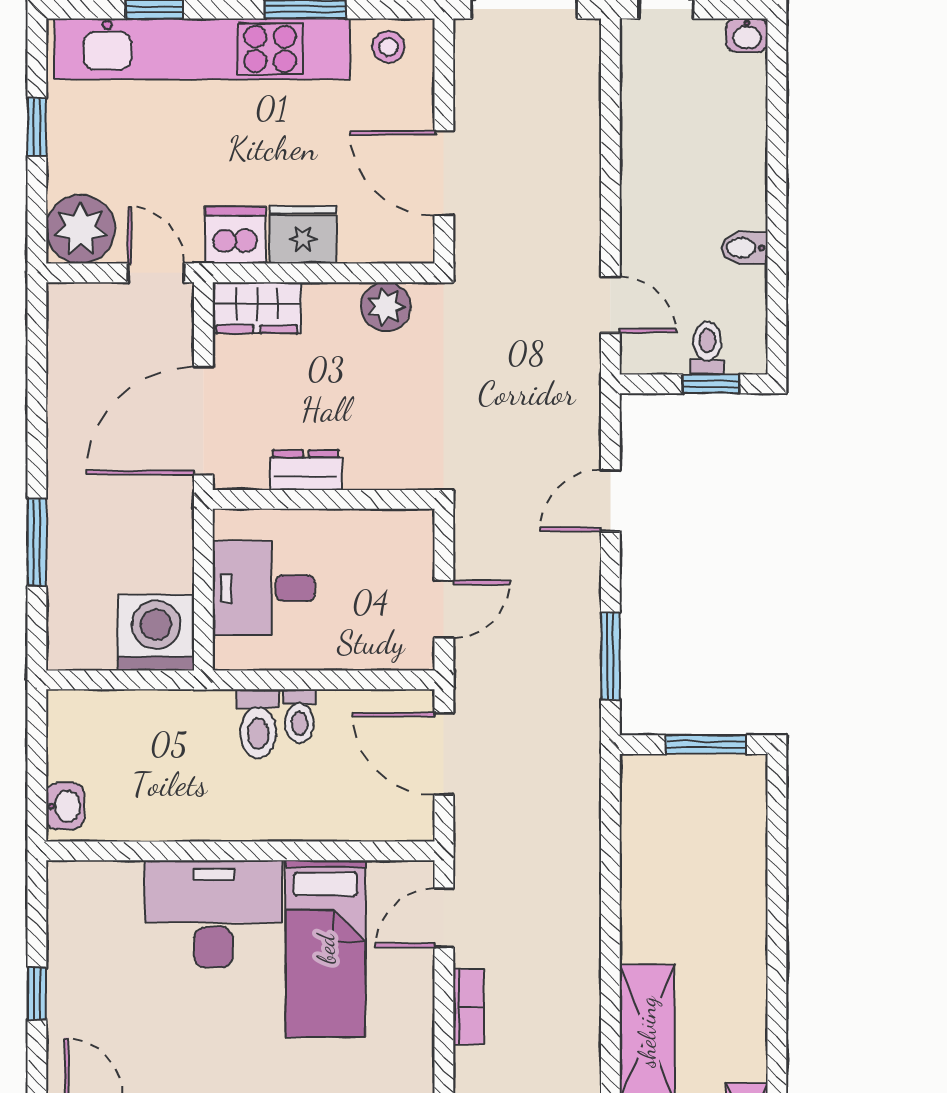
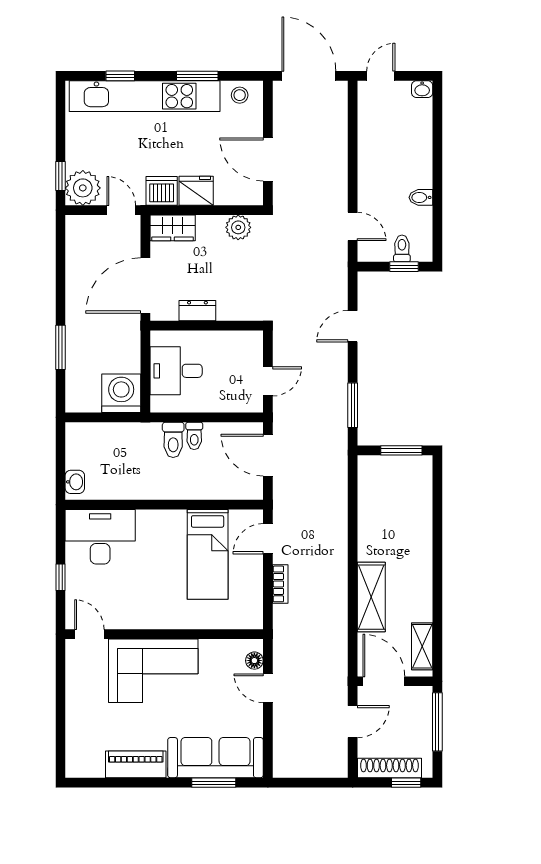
window: (37, 127) -> (61, 176), moved
desk: (214, 914) -> (100, 537), moved

